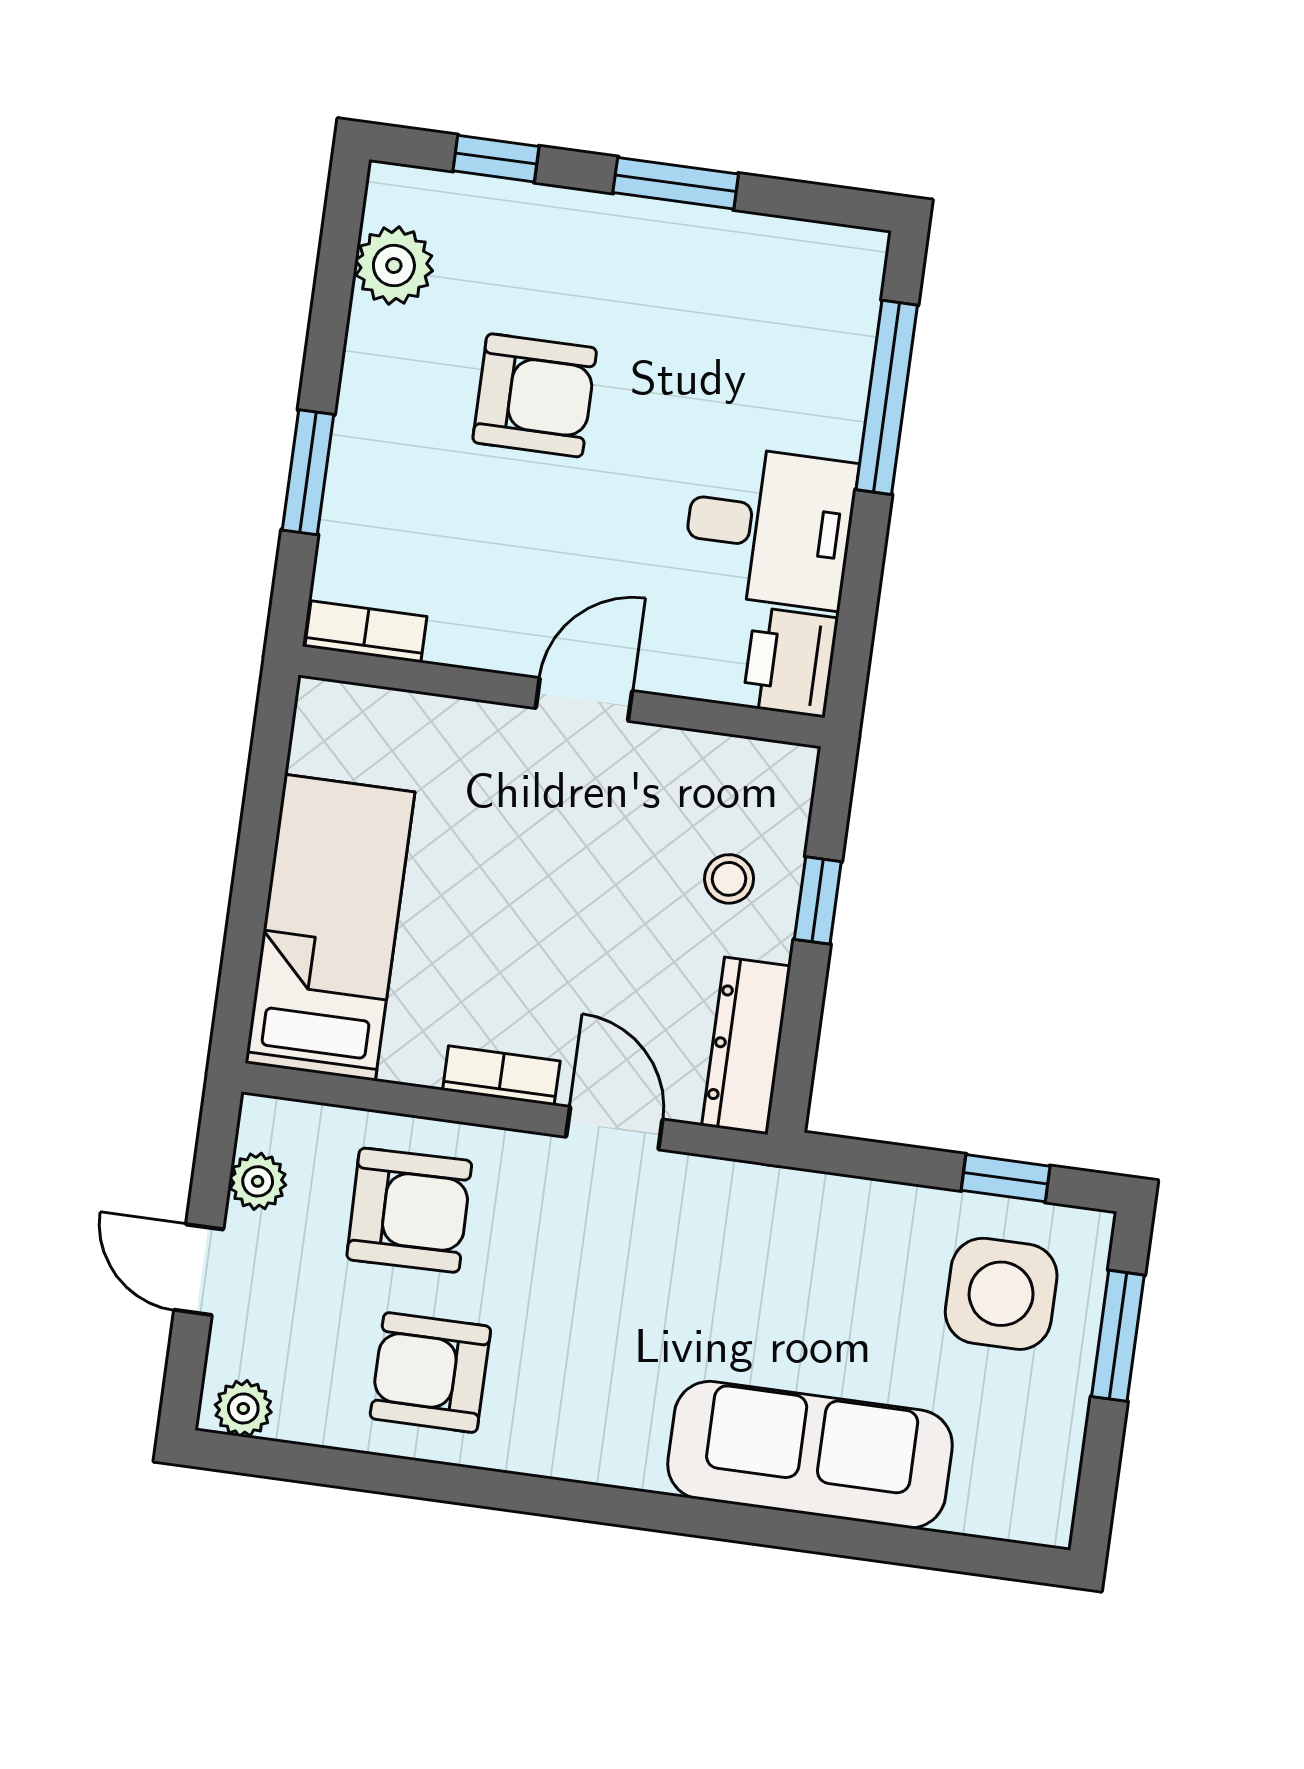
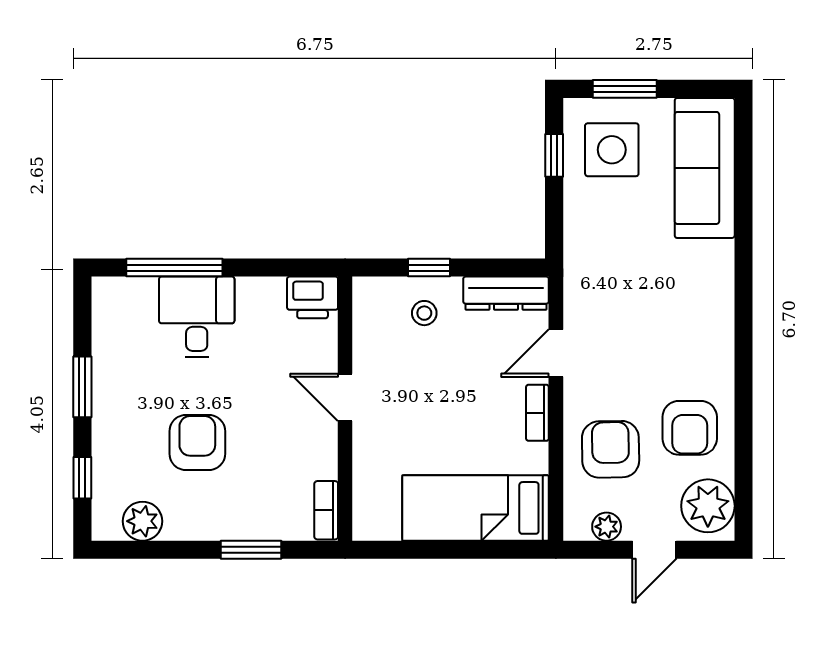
desk: (769, 527) -> (197, 317), moved
plant: (243, 1408) -> (708, 506), width x1.88, depth x1.88
sofa: (810, 1455) -> (705, 168), moved

